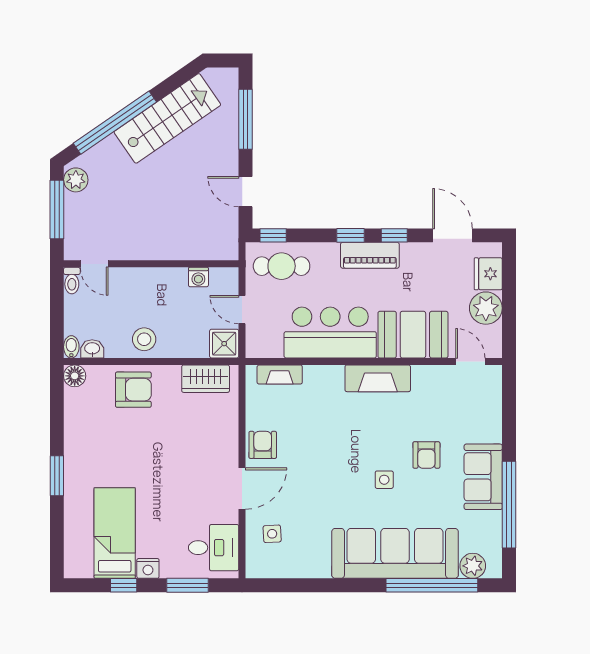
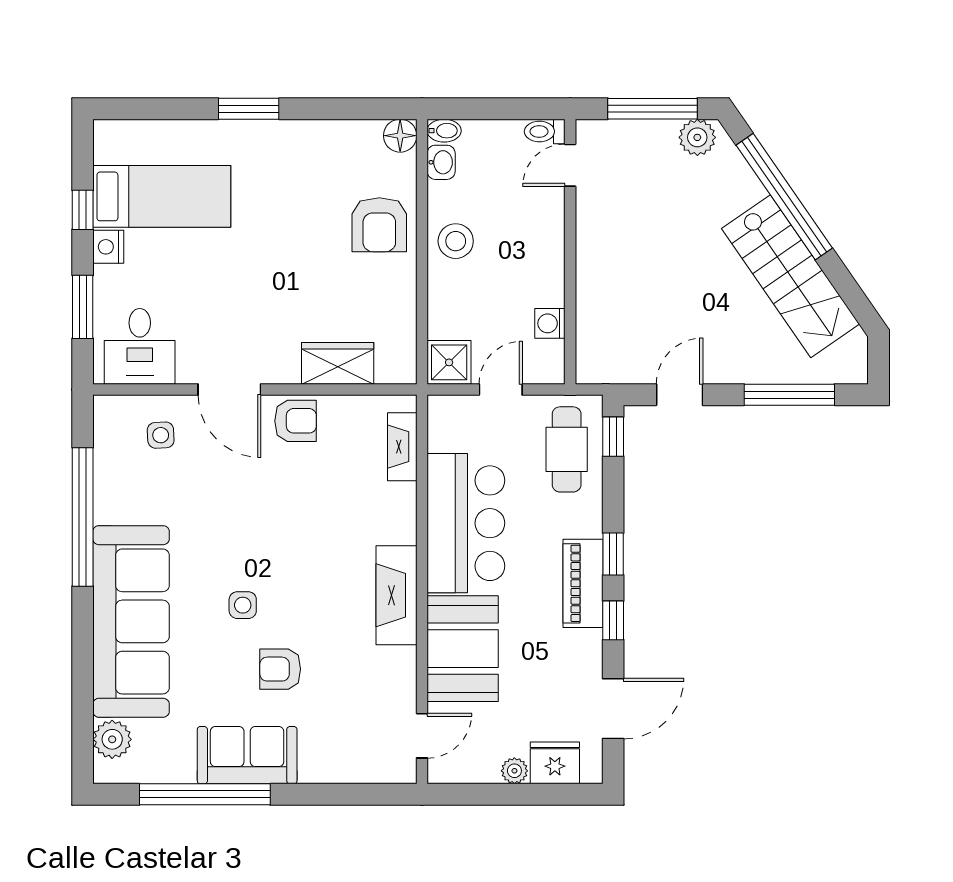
plant: (486, 308) -> (514, 771), width x0.53, depth x0.53
wardrobe: (206, 379) -> (338, 363), moved, turned 90
window: (432, 585) -> (83, 517), moved

